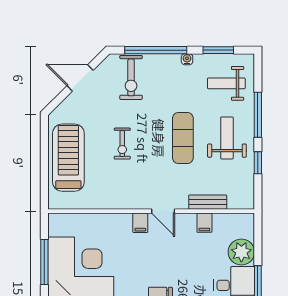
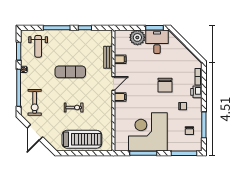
exercise bike: (131, 77) -> (35, 102), turned 90
weight bench: (227, 138) -> (70, 46), removed
treadmill: (68, 158) -> (82, 139), turned 180

